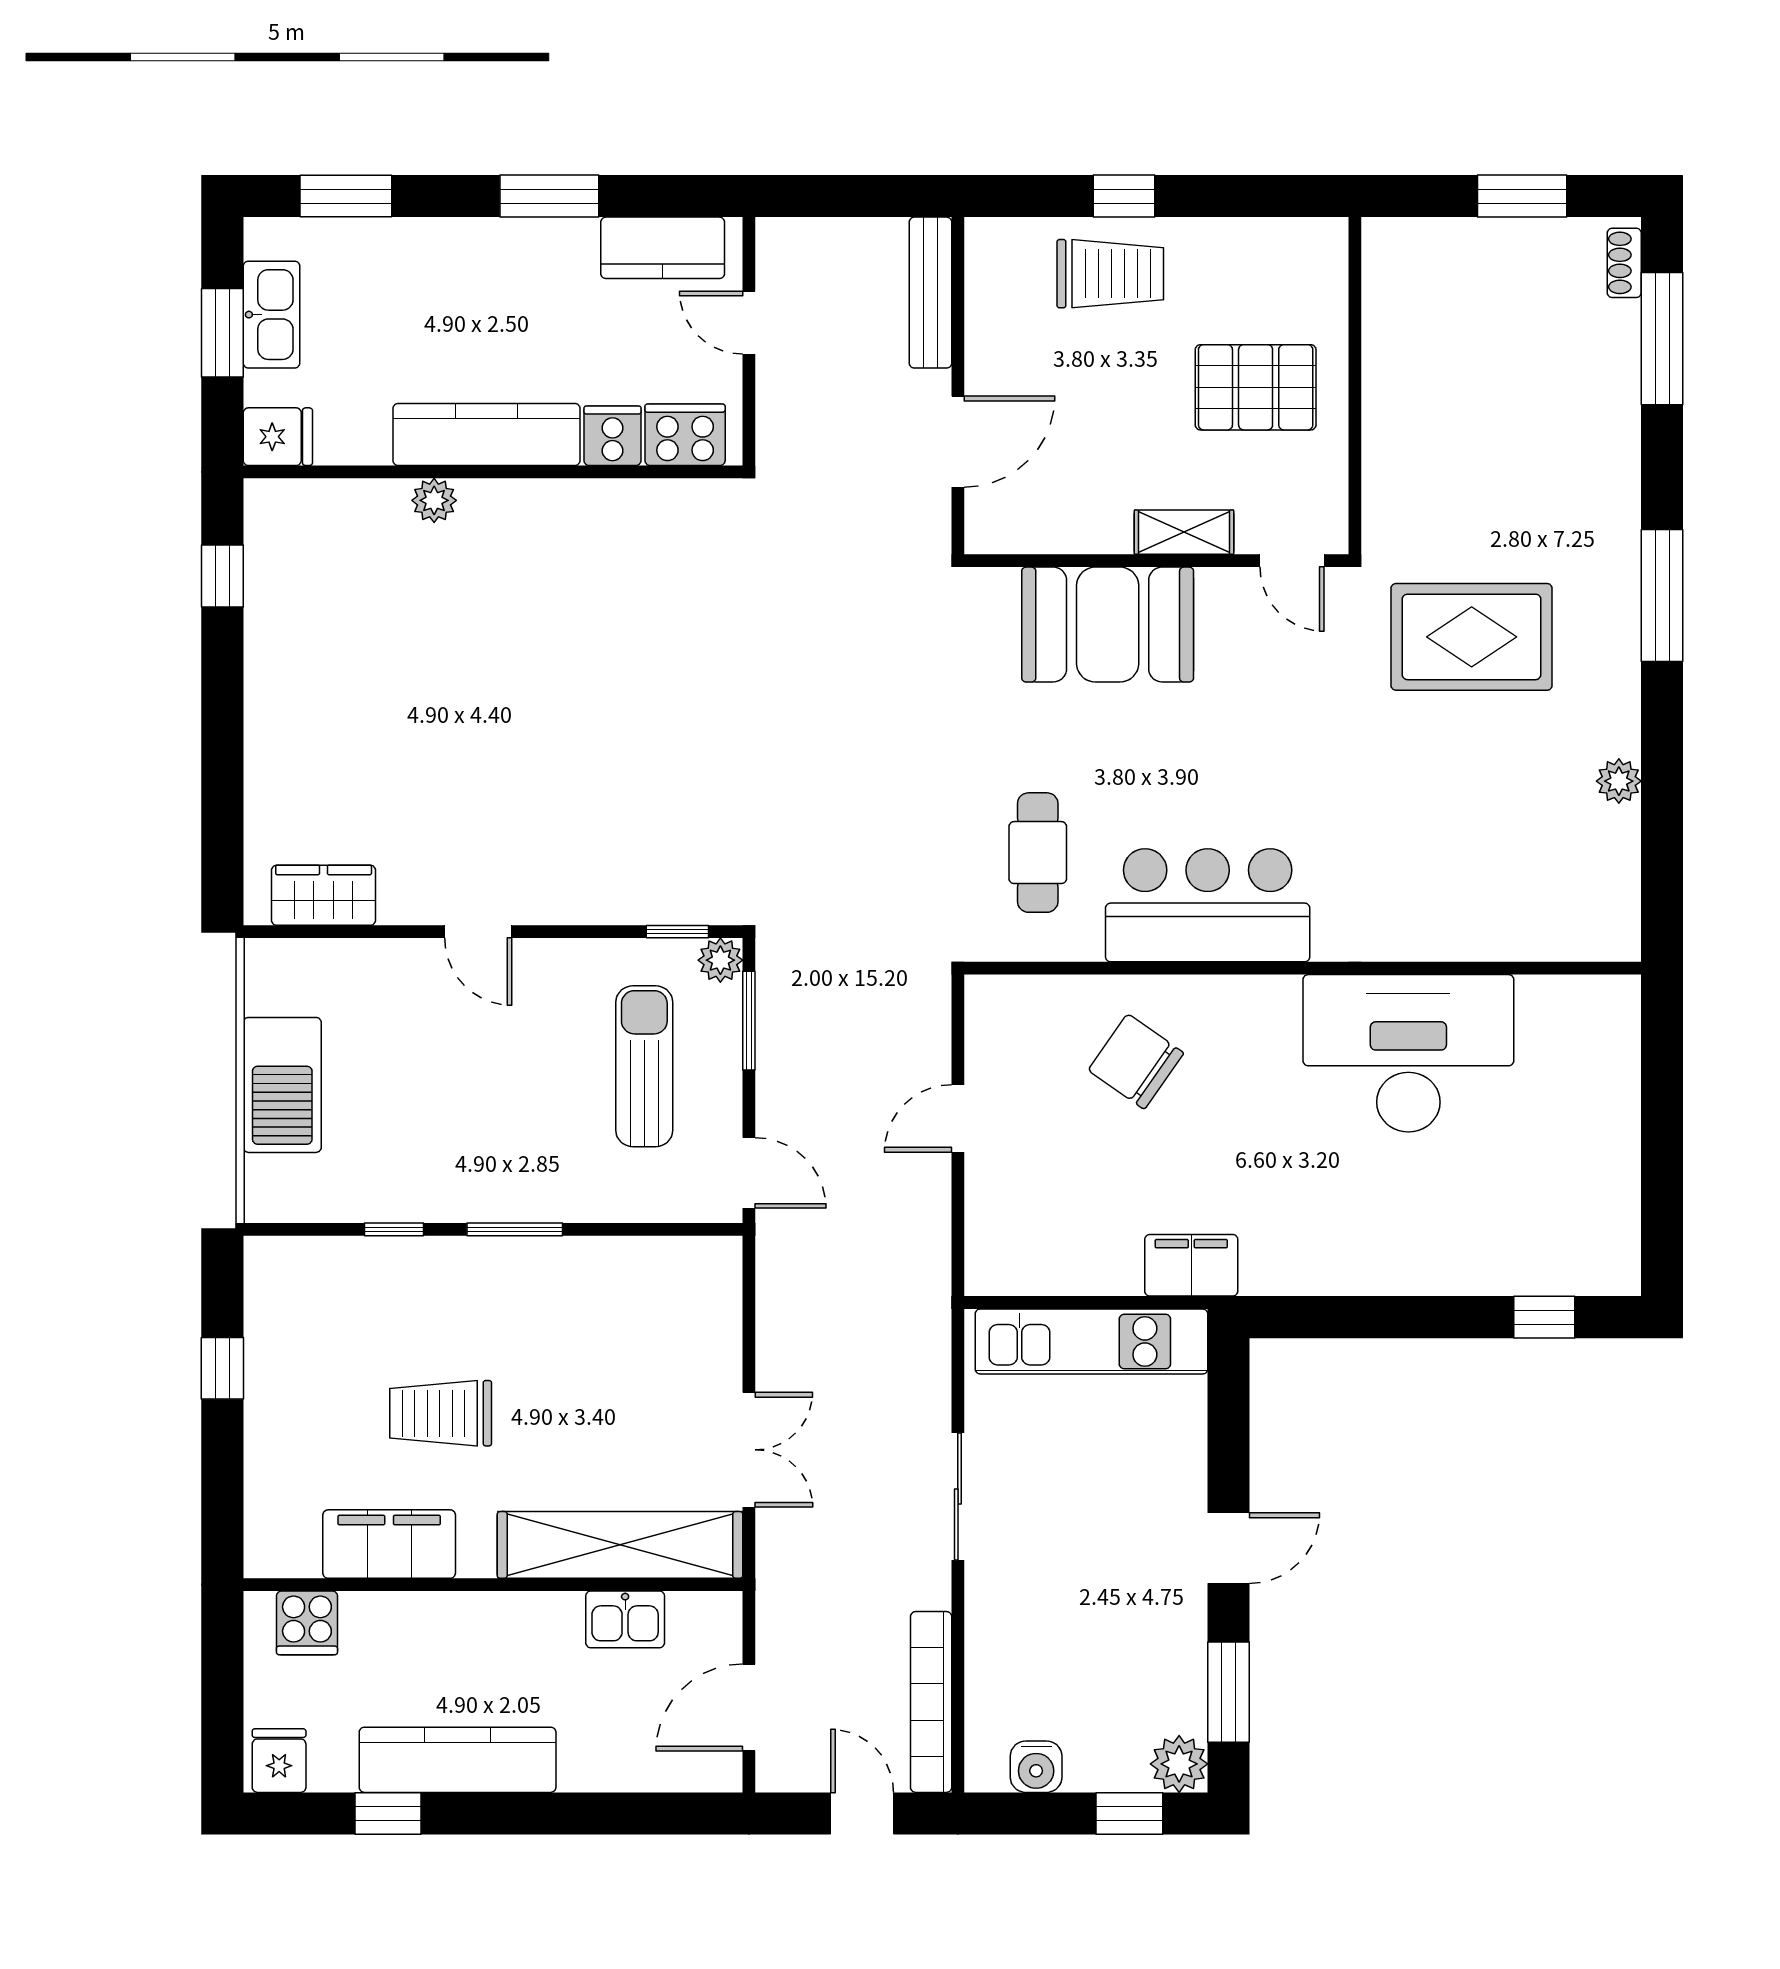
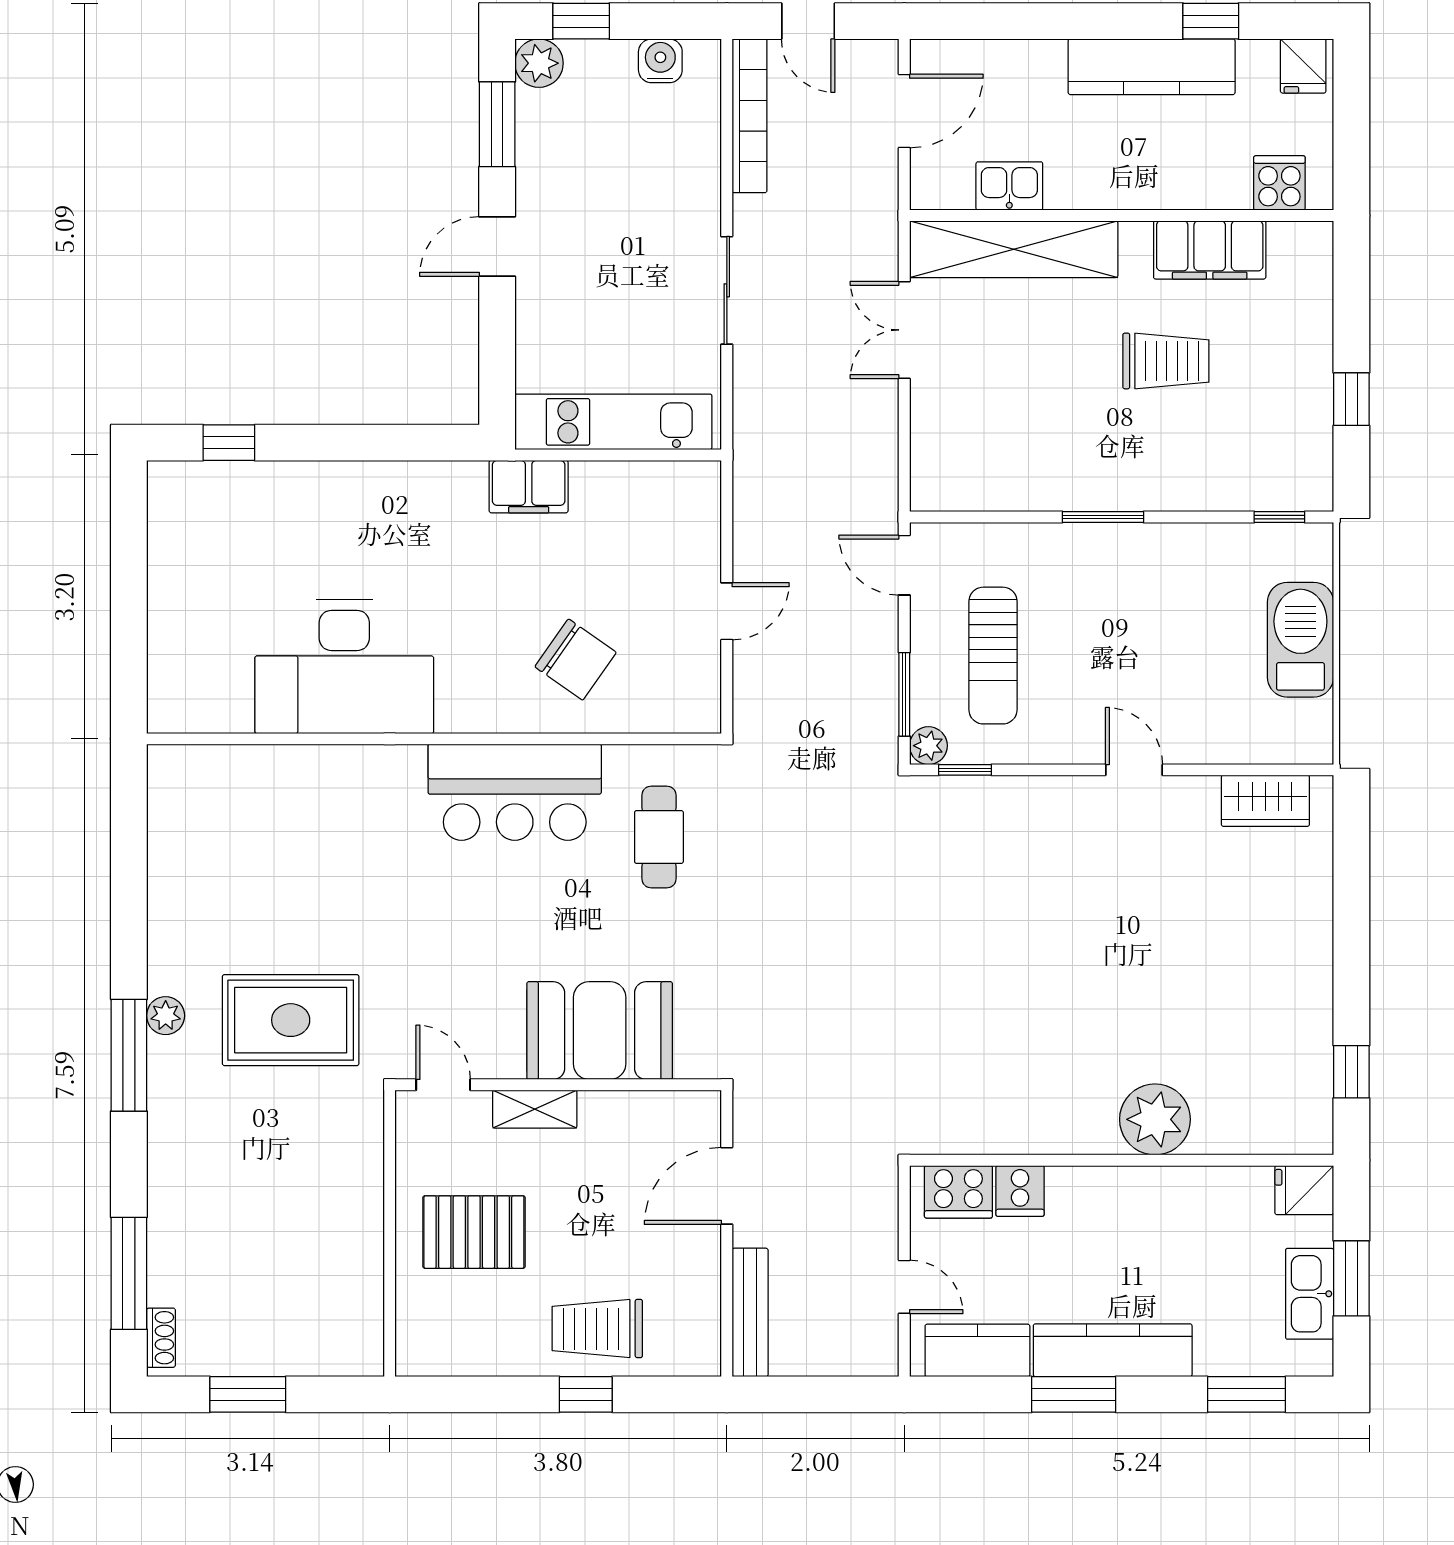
kitchen counter: (487, 435) -> (1113, 1350), moved, turned 180
plant: (434, 500) -> (1155, 1119), width x1.88, depth x1.88
plant: (1619, 781) -> (166, 1016), moved
window: (394, 1229) -> (1279, 517), moved

